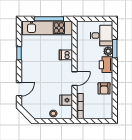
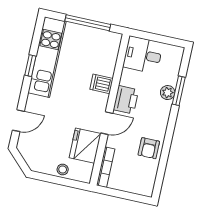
kitchen unit: (47, 28) -> (47, 57), moved, turned -90
desk: (102, 36) -> (143, 55), moved, turned 180
printer: (106, 65) -> (126, 100), moved, turned 180
fridge: (66, 100) -> (85, 146), width x1.88, depth x1.34

